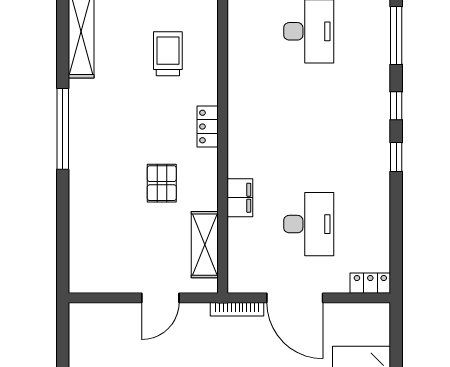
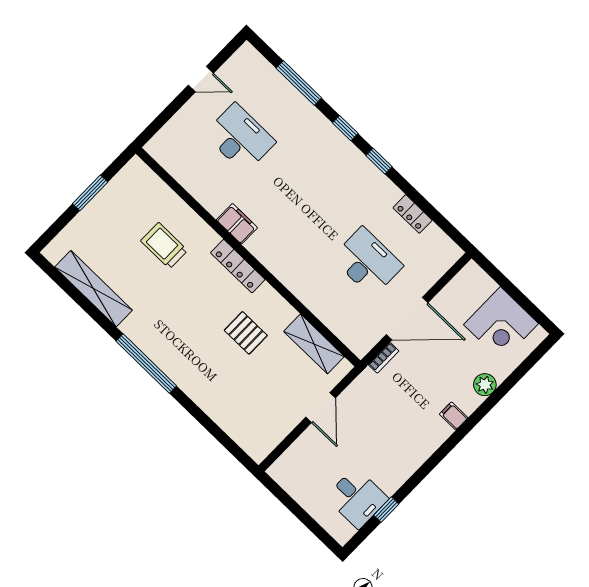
locker: (208, 127) -> (238, 266), width x1.53
filing cabinet: (240, 198) -> (237, 224), moved
locker: (370, 283) -> (413, 214), moved, turned -90
bookcase: (237, 309) -> (384, 358), width x0.64

